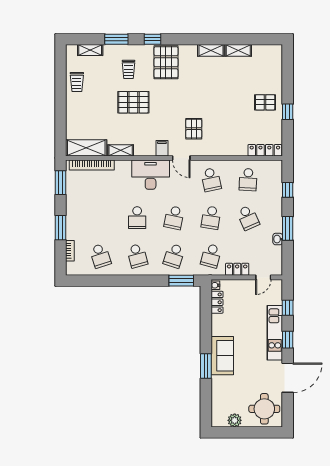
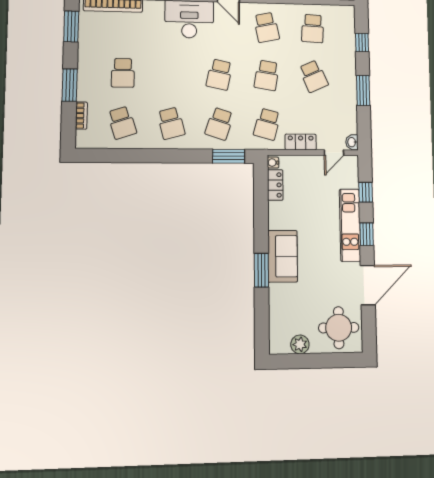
school desk: (137, 218) -> (123, 73), moved
washbasin: (278, 239) -> (352, 142), moved

